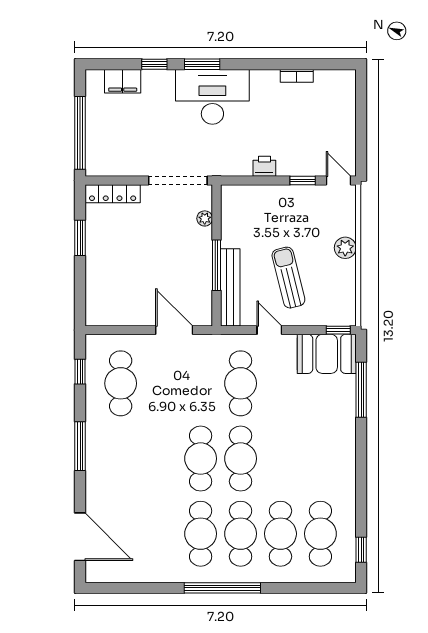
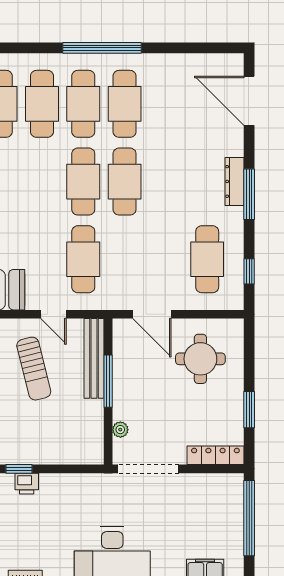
printer: (264, 166) -> (27, 484), moved
round table: (127, 287) -> (200, 359), added
dresser: (94, 459) -> (234, 181), added

